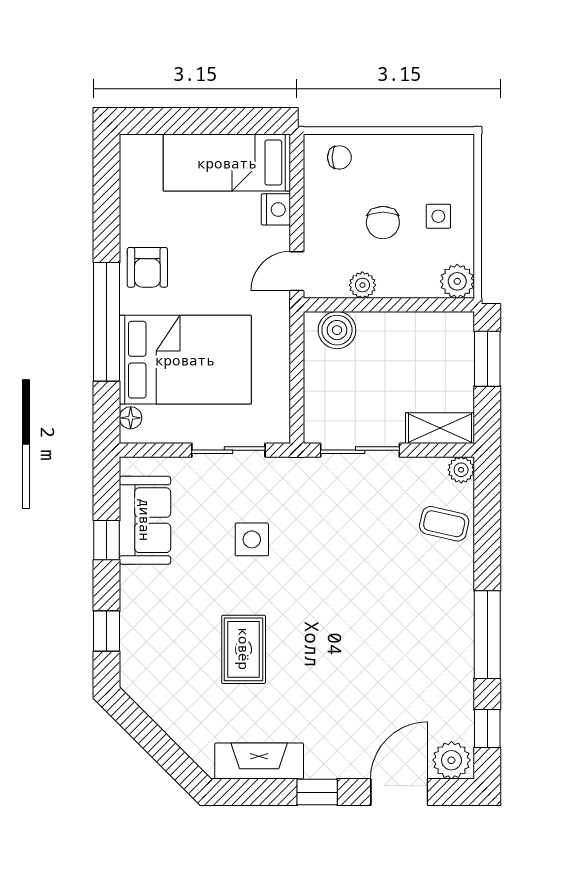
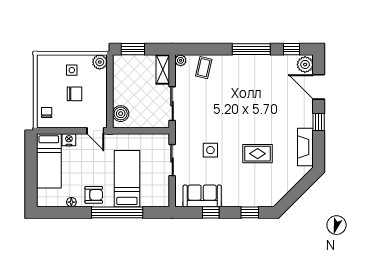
plant: (362, 285) -> (101, 103), removed
bed: (185, 360) -> (127, 179), width x0.67
floor lamp: (131, 418) -> (71, 202), moved

